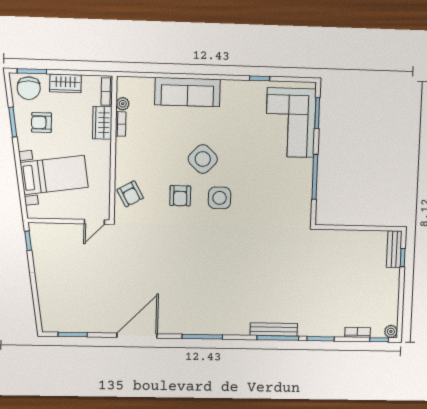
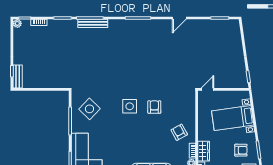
side table: (203, 159) -> (89, 109), moved
armchair: (130, 194) -> (179, 132), moved
door: (137, 336) -> (179, 18), width x0.53

